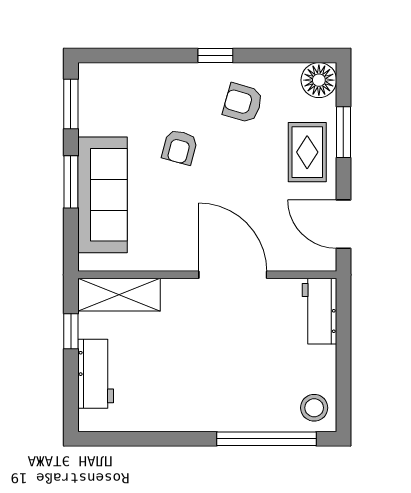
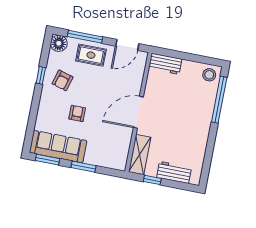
window: (215, 56) -> (41, 75), moved
window: (343, 132) -> (85, 37), width x1.44
armchair: (180, 147) -> (77, 113), turned -105
sofa: (102, 195) -> (58, 147), moved
door: (233, 275) -> (138, 112), moved

